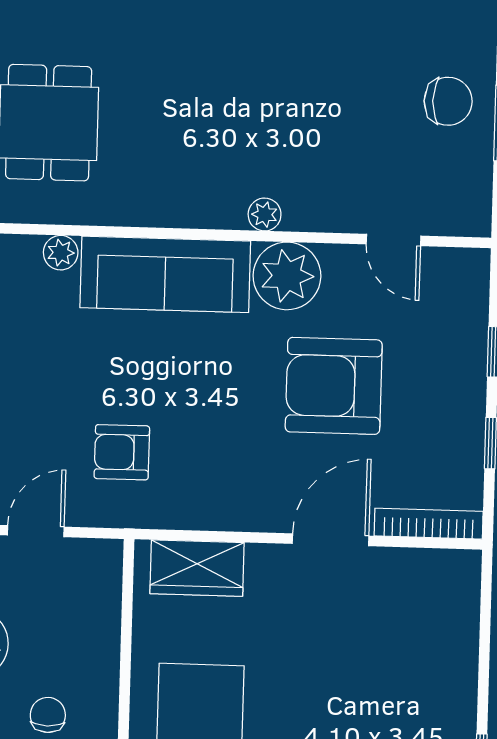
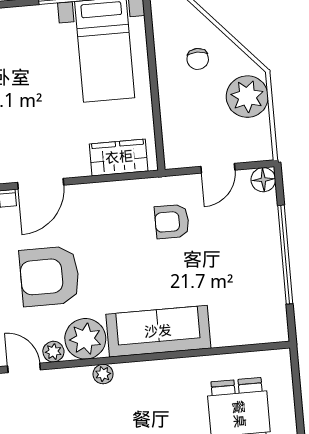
plant: (61, 253) -> (53, 352), moved
armchair: (334, 386) -> (50, 276), turned 180
armchair: (122, 452) -> (172, 222), turned 180

